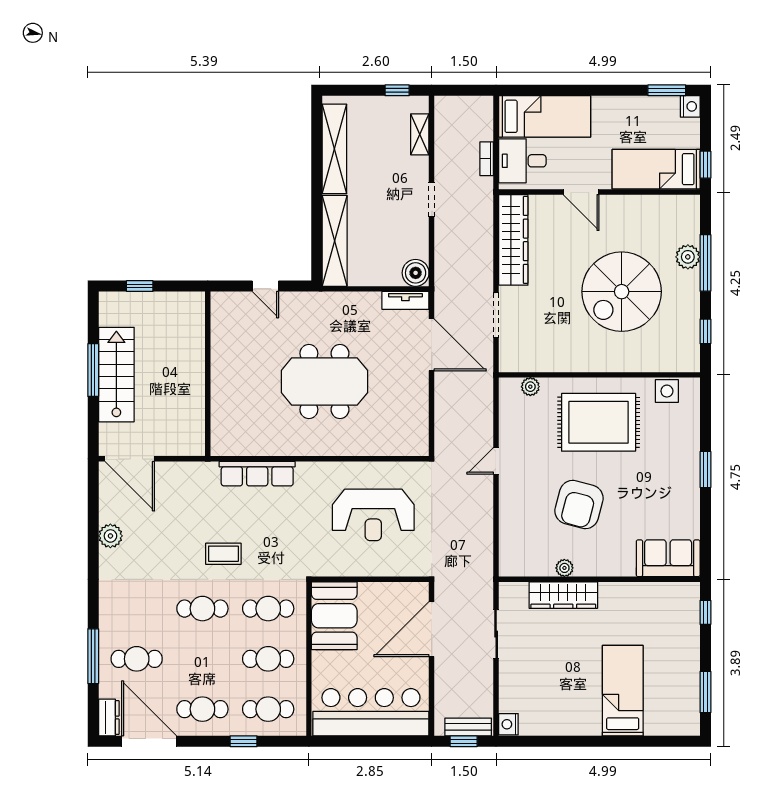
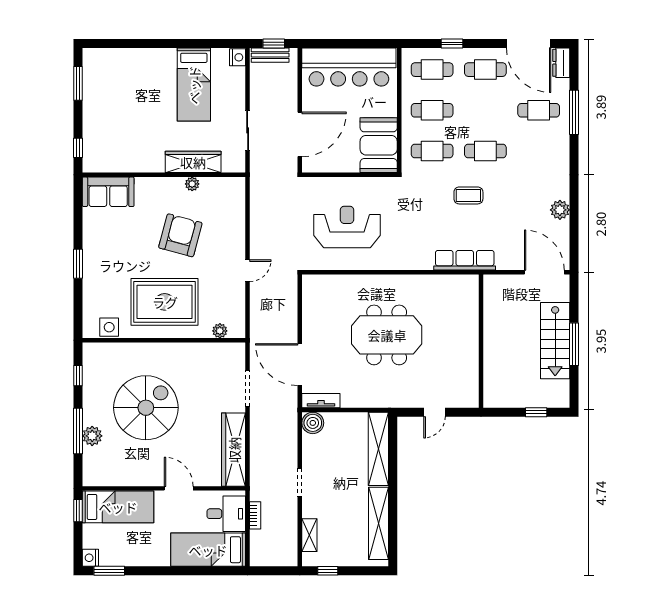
door: (265, 286) -> (434, 412), swing flipped
row of seats: (257, 474) -> (465, 260), moved
bed: (623, 691) -> (194, 85), moved

